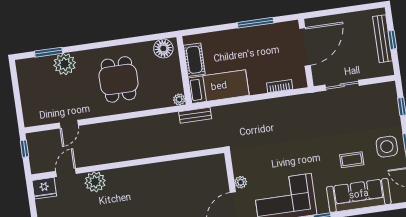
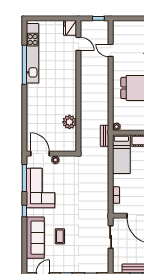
side table: (387, 147) -> (65, 261), removed
plant: (95, 182) -> (69, 122), moved

